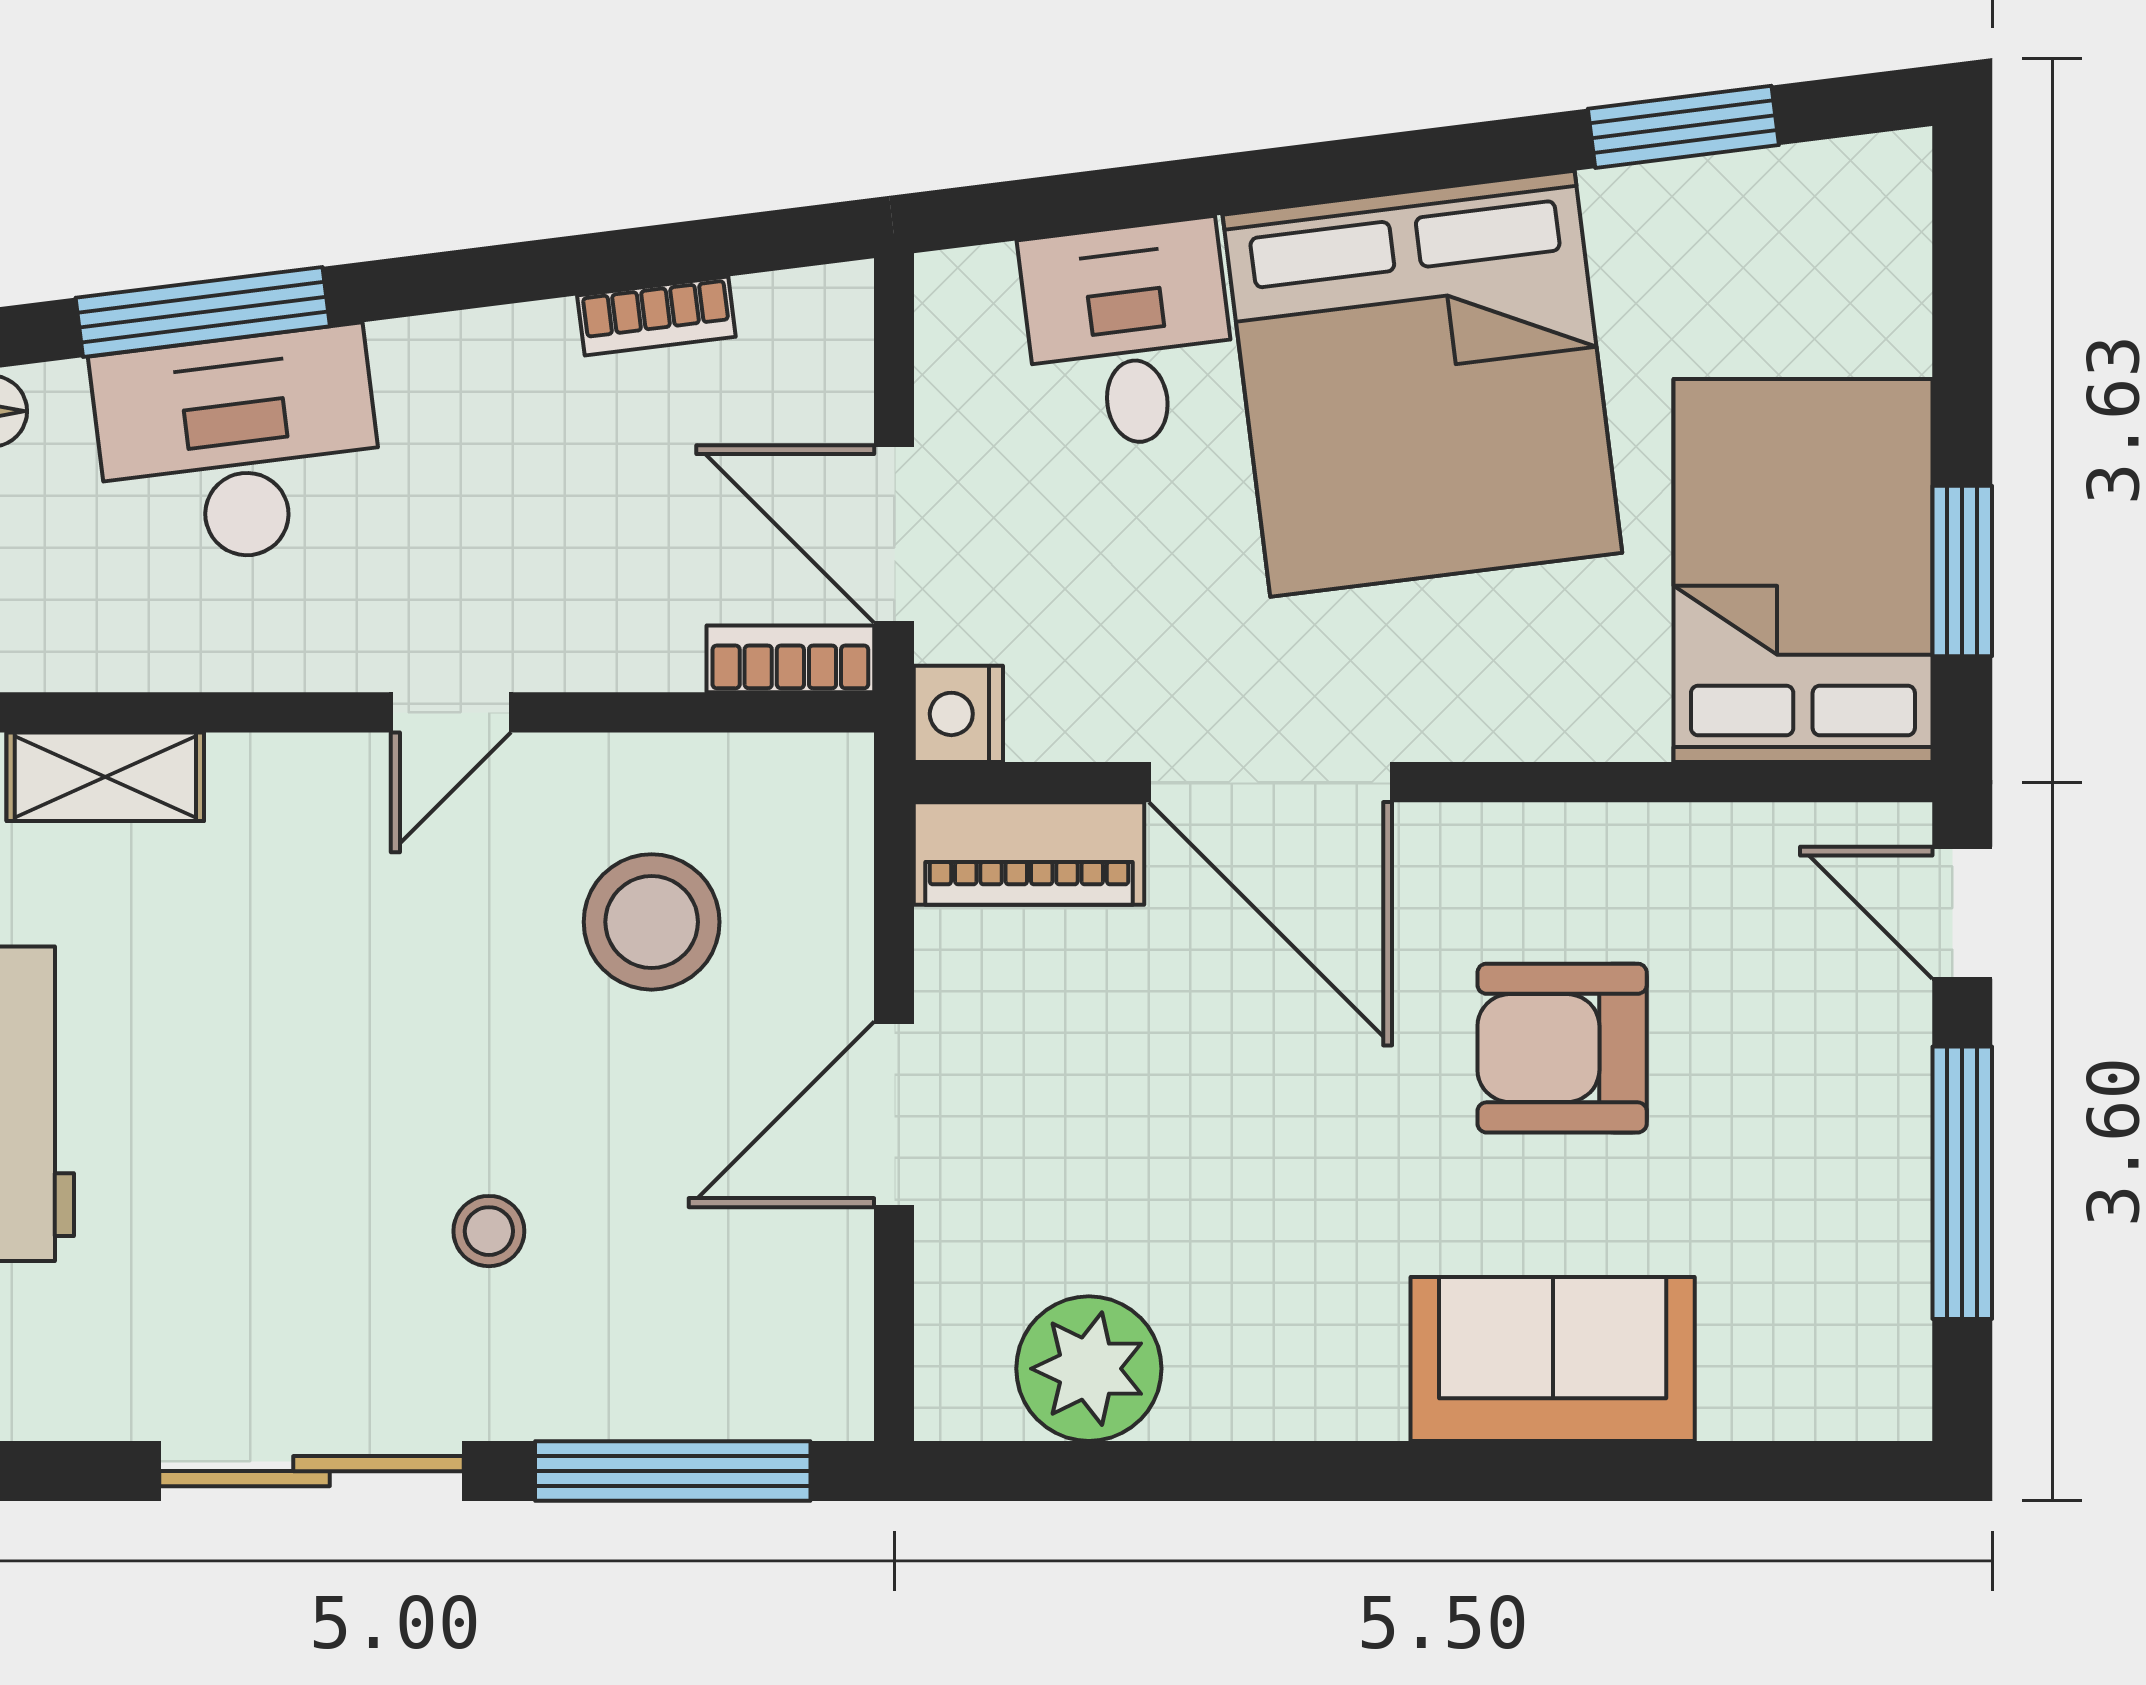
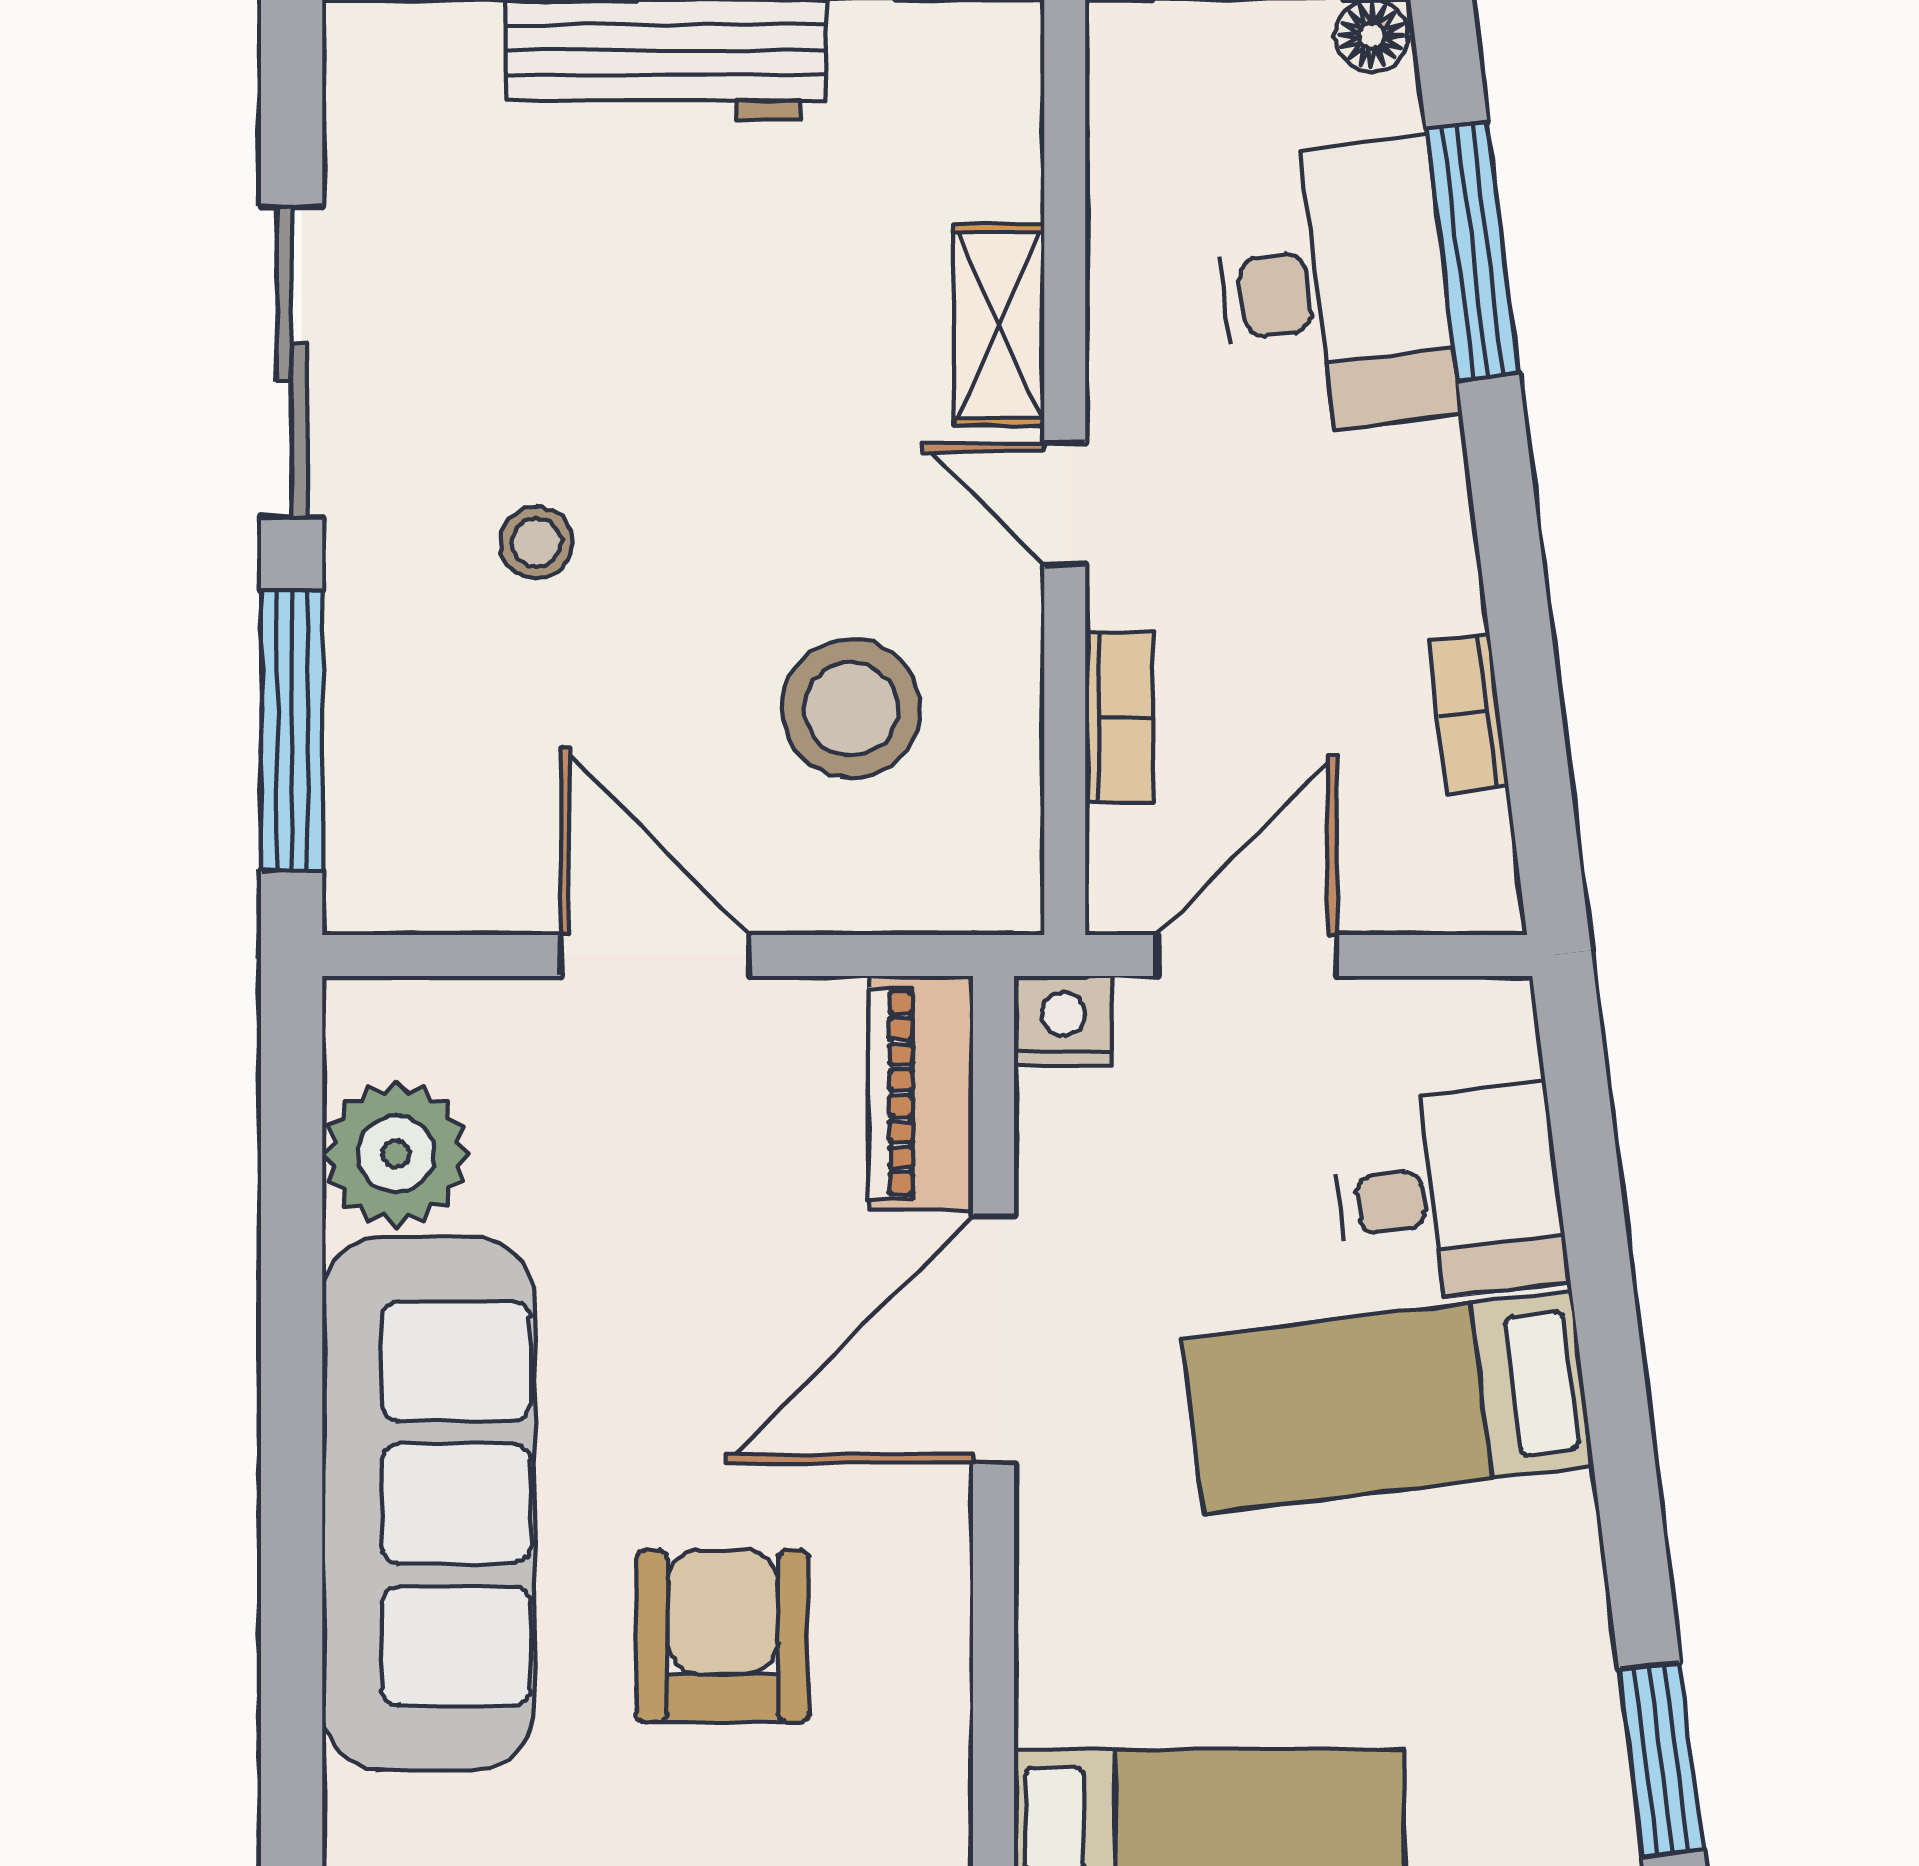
bed: (1422, 384) -> (1388, 1402), width x0.49
bookcase: (790, 659) -> (1119, 718), moved
shelving: (105, 777) -> (999, 325), moved
sofa: (1553, 1359) -> (428, 1503), width x1.85, depth x1.27

